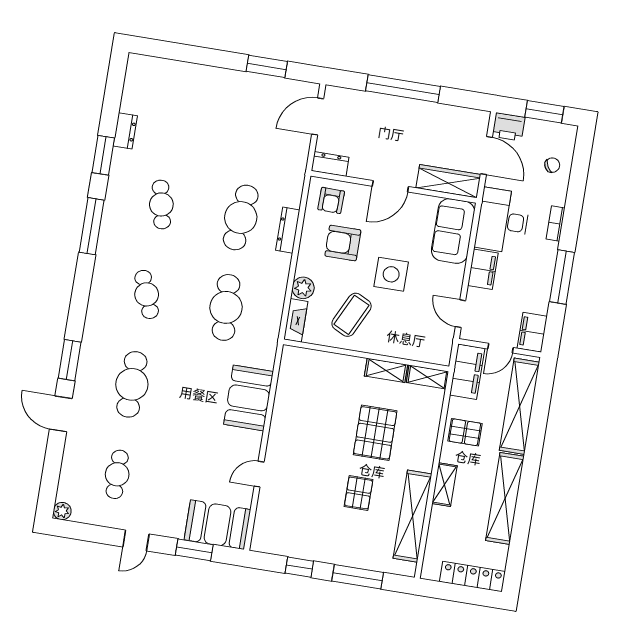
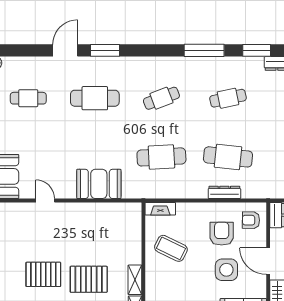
side table: (391, 274) -> (226, 270), moved
plant: (303, 288) -> (185, 210), removed
pallet: (359, 493) -> (43, 274), width x1.50, depth x1.42

